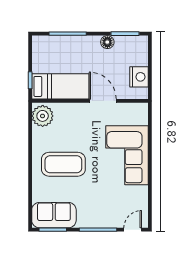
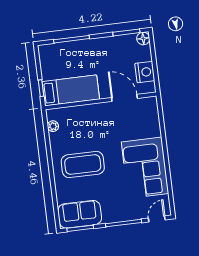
floor lamp: (107, 42) -> (143, 38), moved
door: (103, 101) -> (124, 98), moved
plant: (43, 116) -> (53, 126), width x0.53, depth x0.53
corner sofa: (127, 155) -> (145, 168), moved

